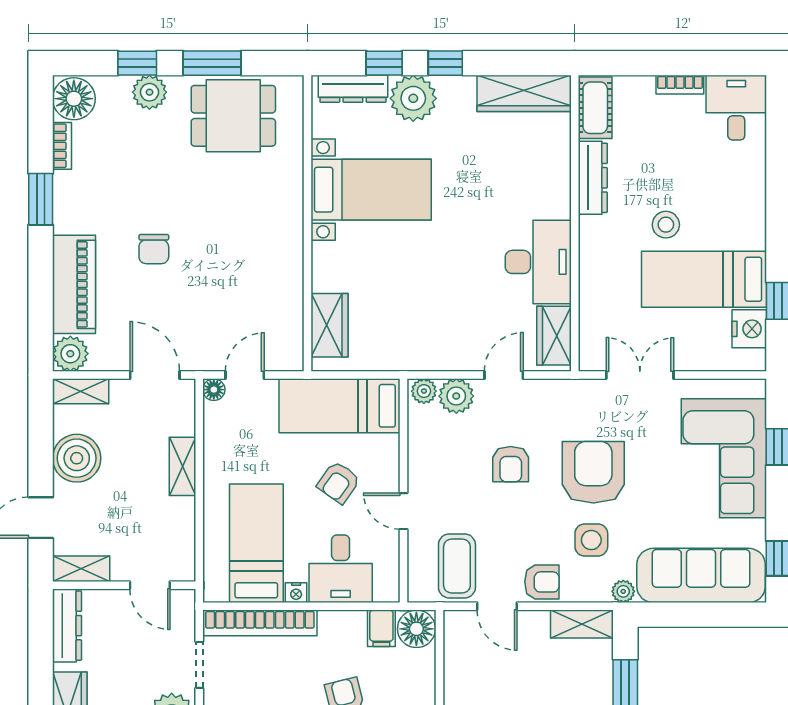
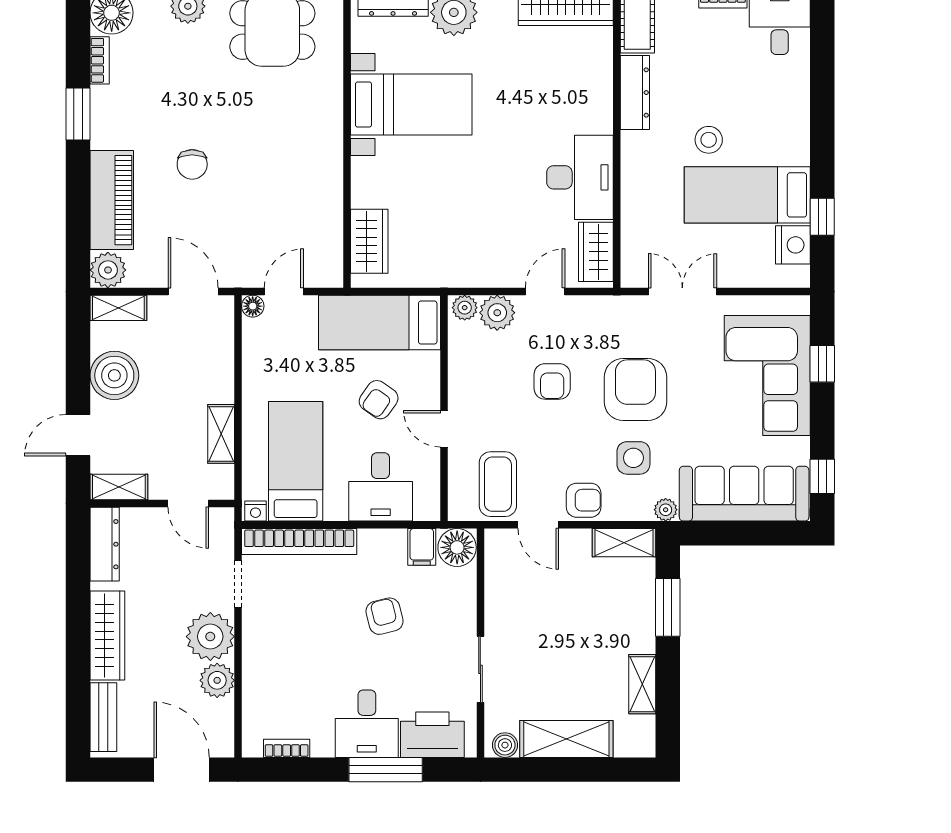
shelving: (182, 466) -> (221, 434), moved
nightstand: (296, 593) -> (256, 511), moved

